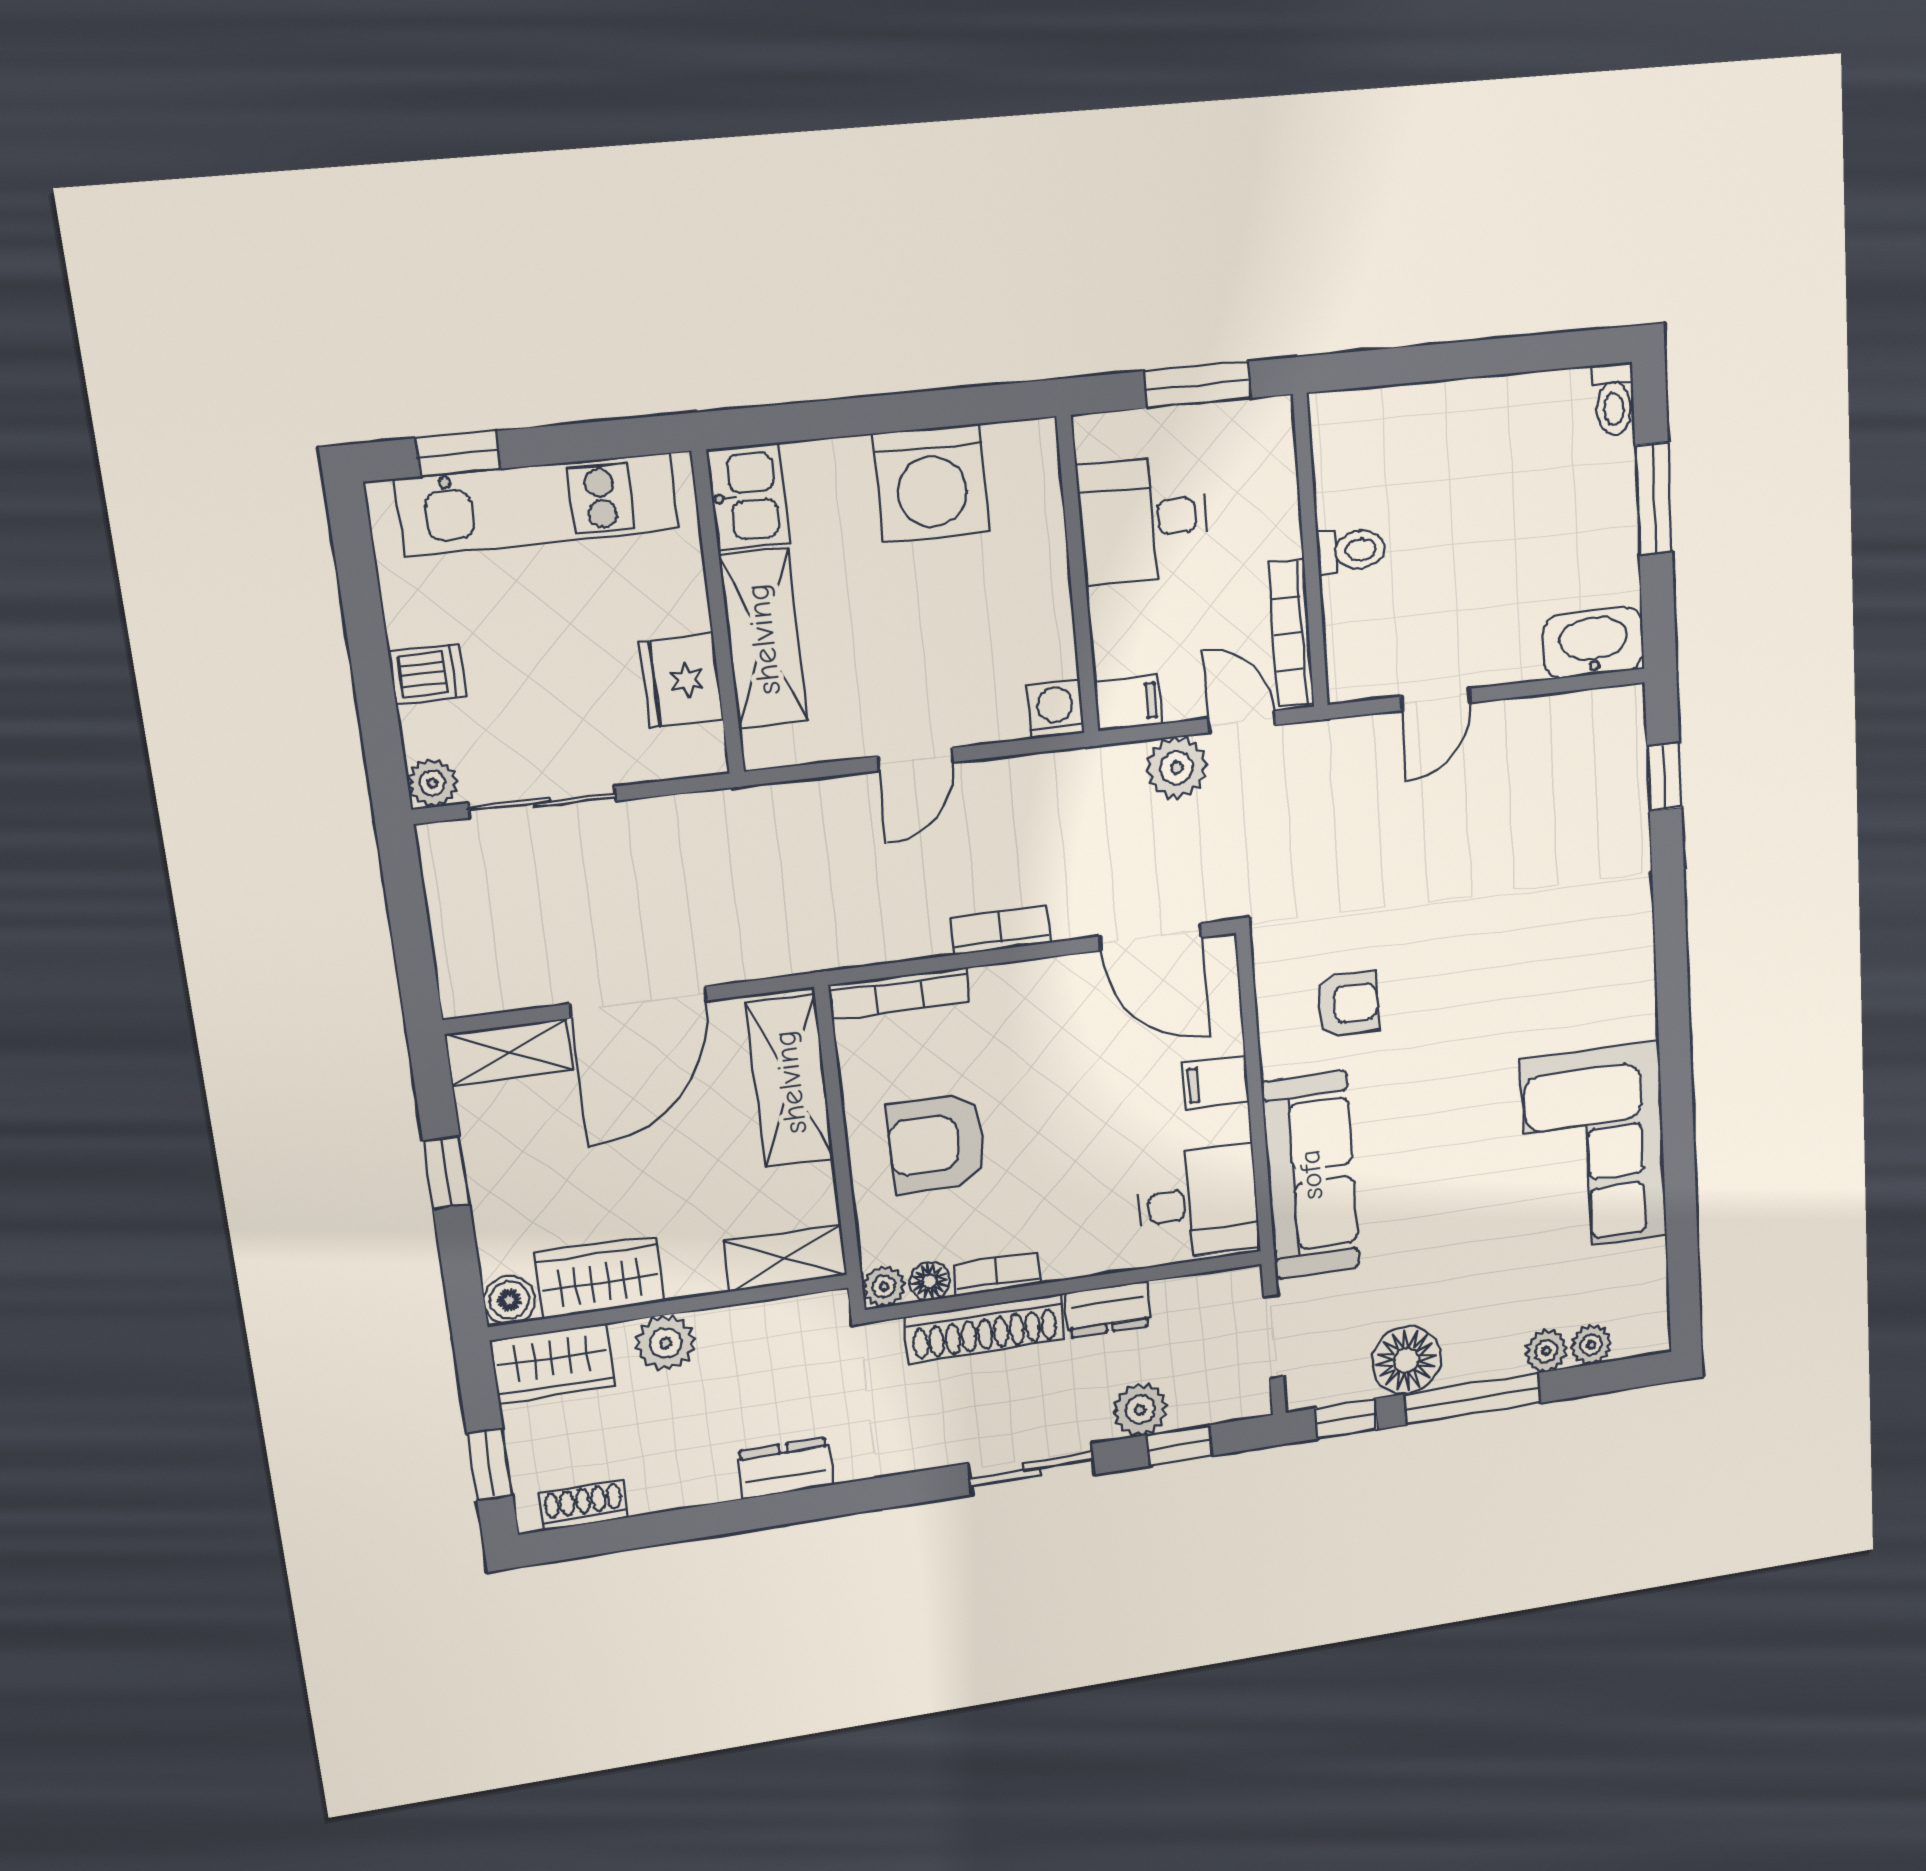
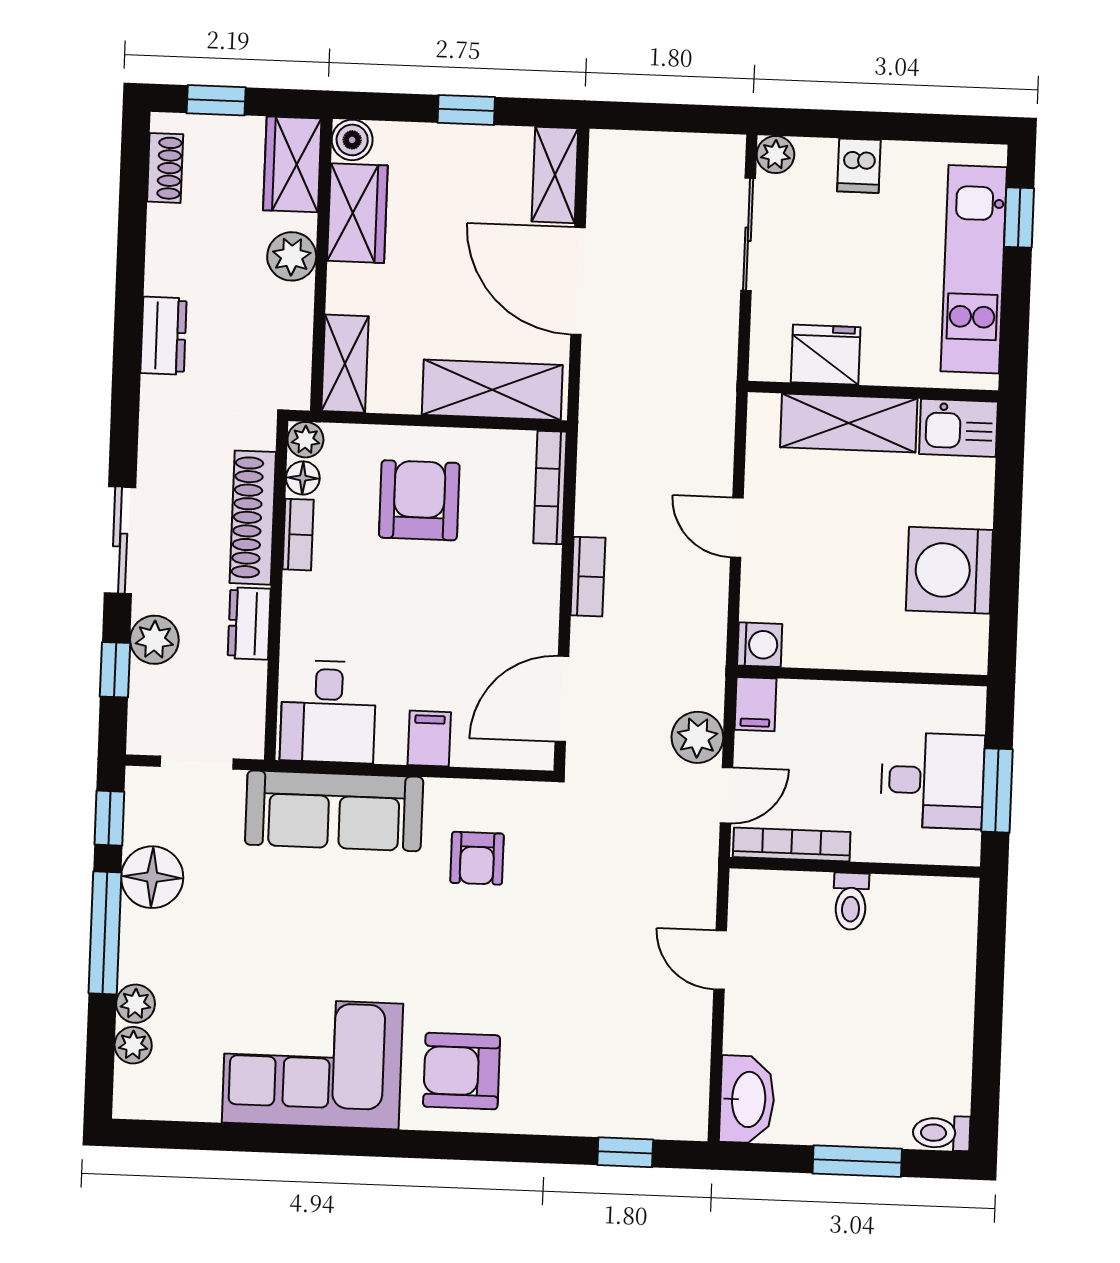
desk: (1143, 519) -> (932, 781), moved, turned 90
armchair: (1589, 980) -> (462, 1071), added

